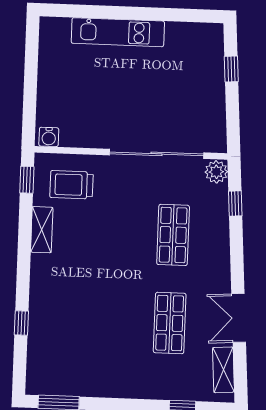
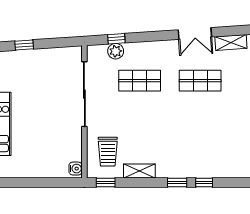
plant: (216, 172) -> (116, 51), moved
window: (23, 284) -> (177, 183), added

